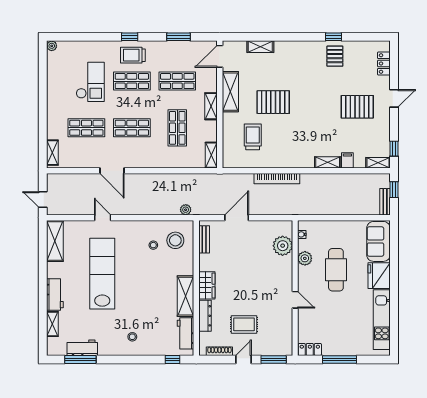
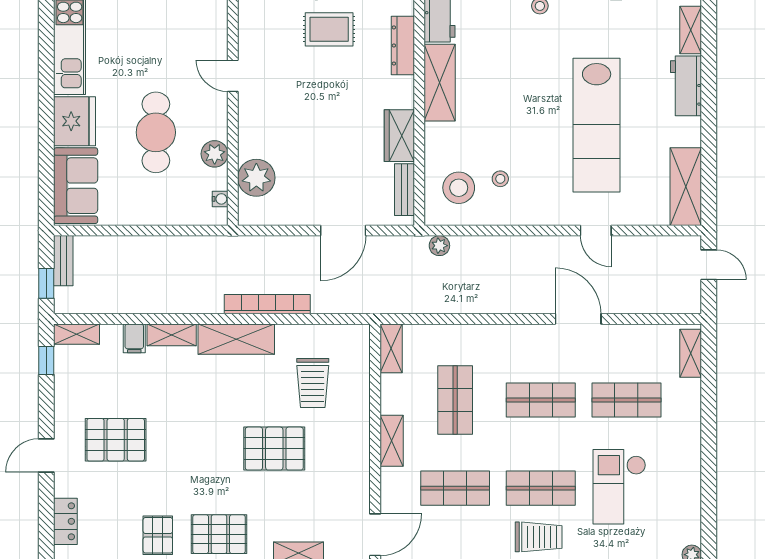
pallet: (302, 57) -> (219, 534), added
shelving: (230, 92) -> (236, 339), moved, turned 90
wardrobe: (207, 285) -> (399, 136), moved

